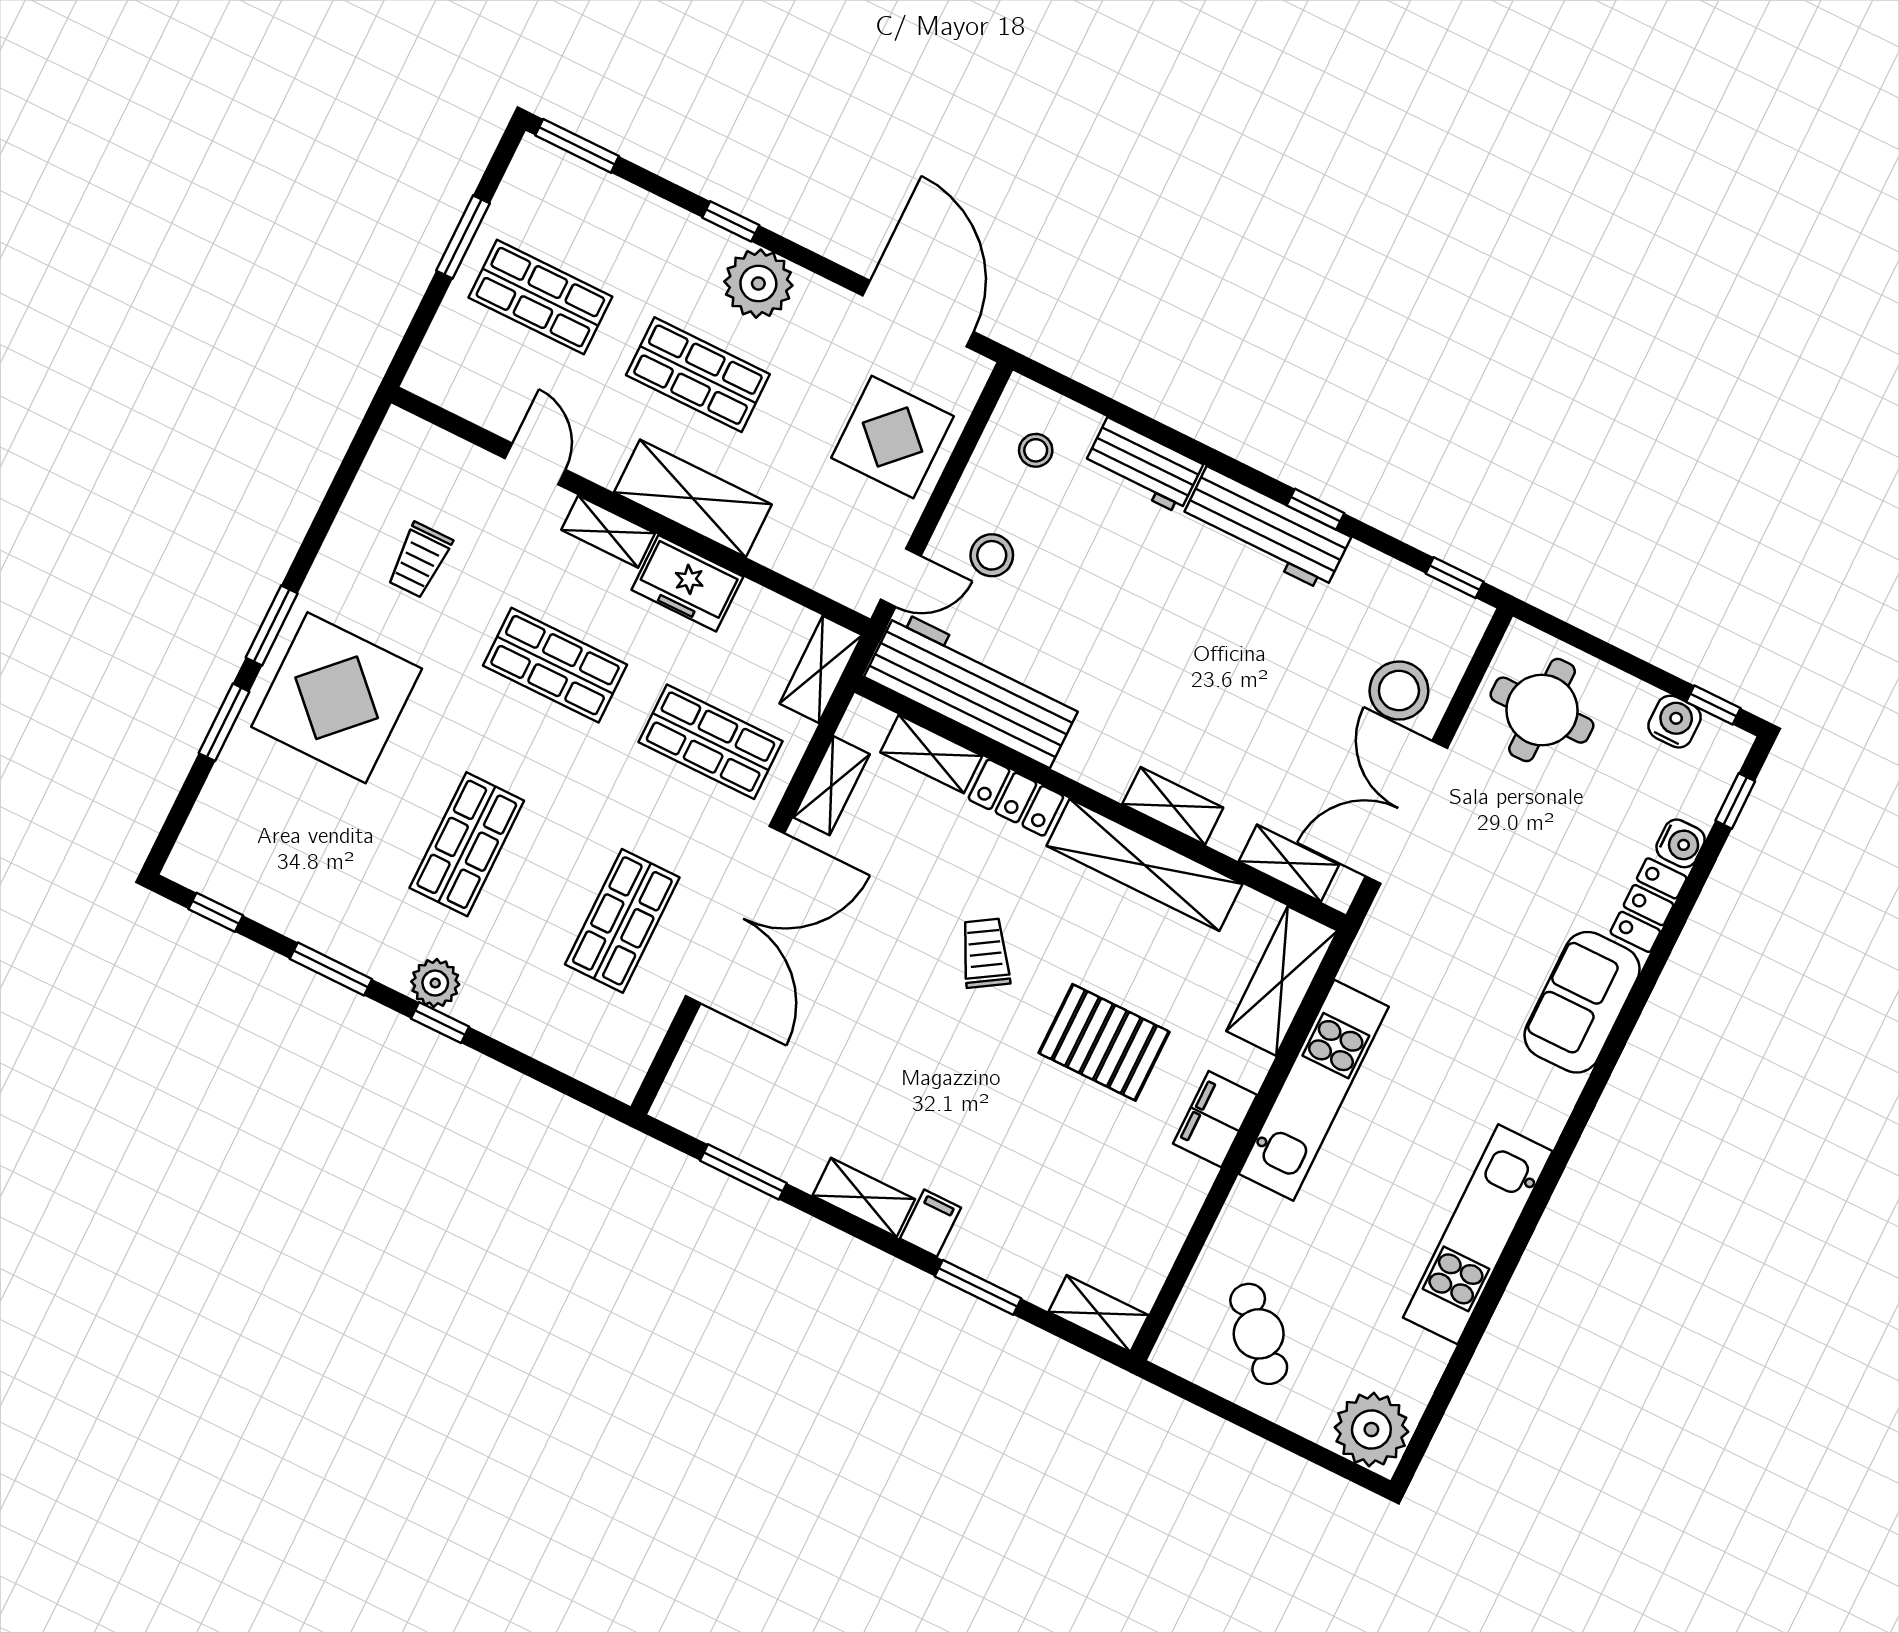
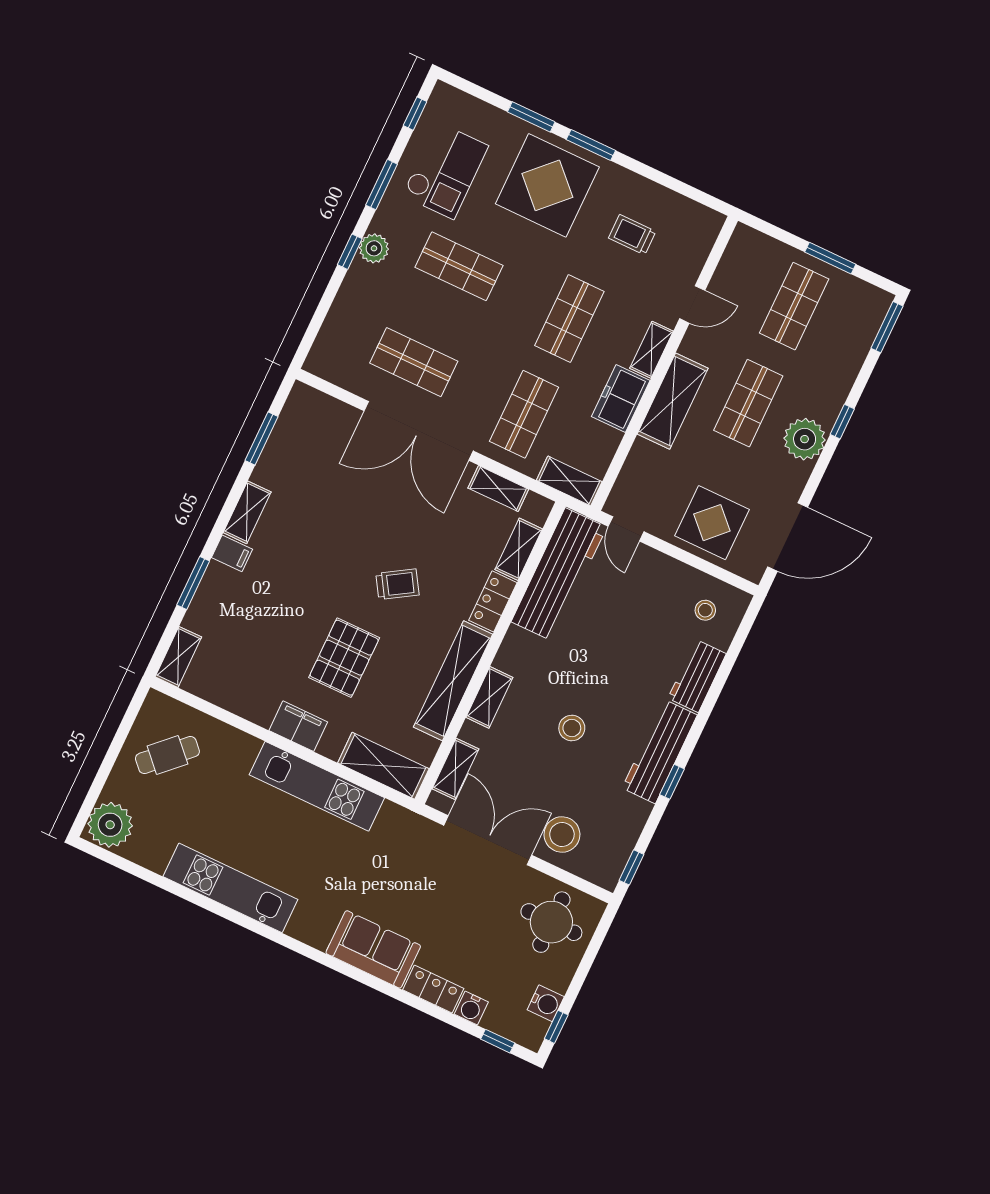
stool: (992, 555) -> (572, 728), moved
checkout: (310, 864) -> (445, 171), added

